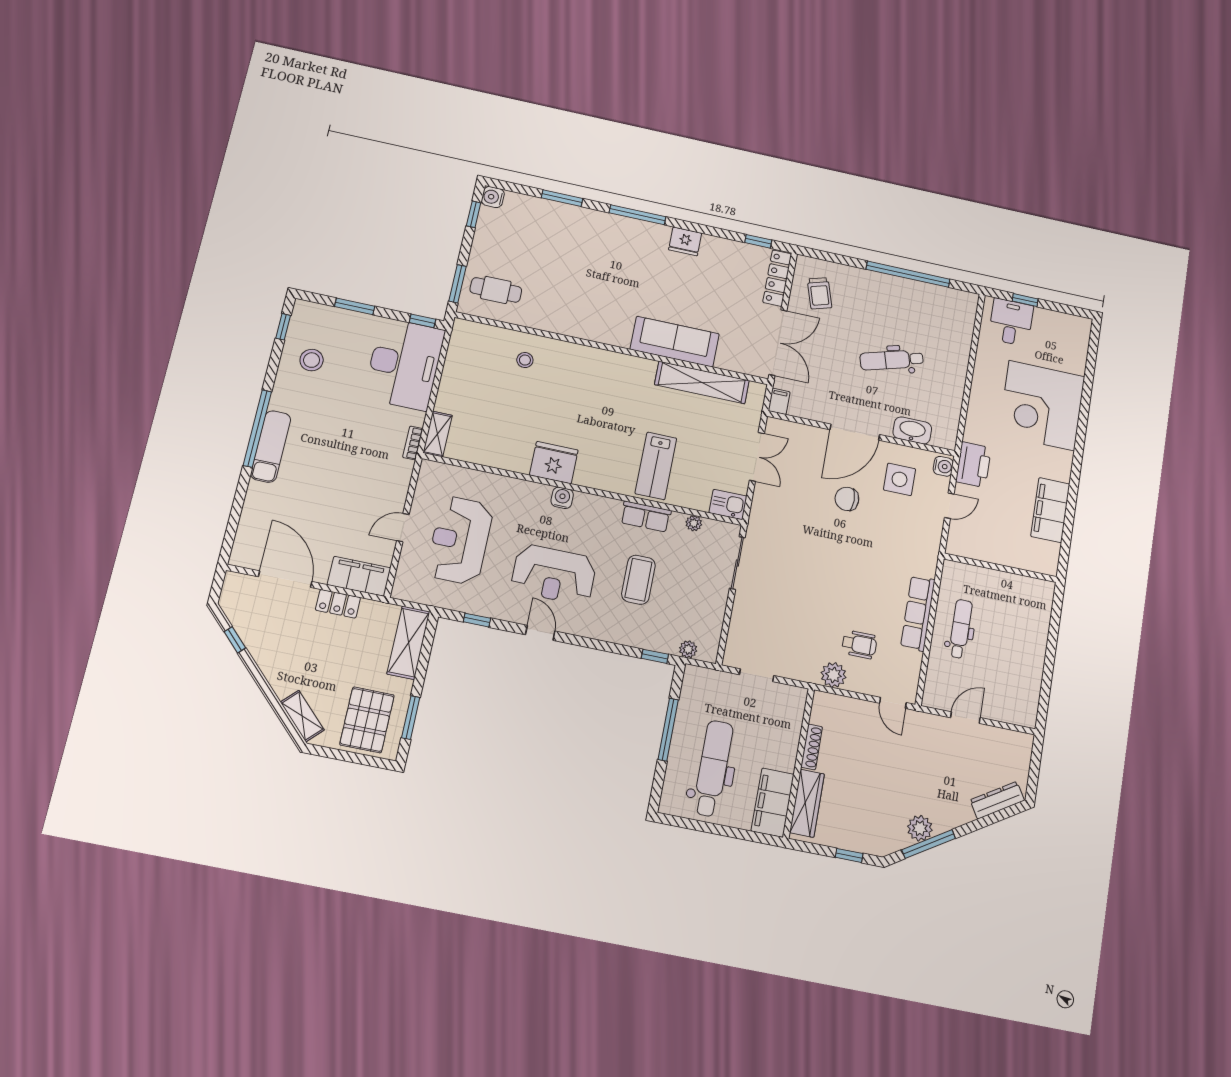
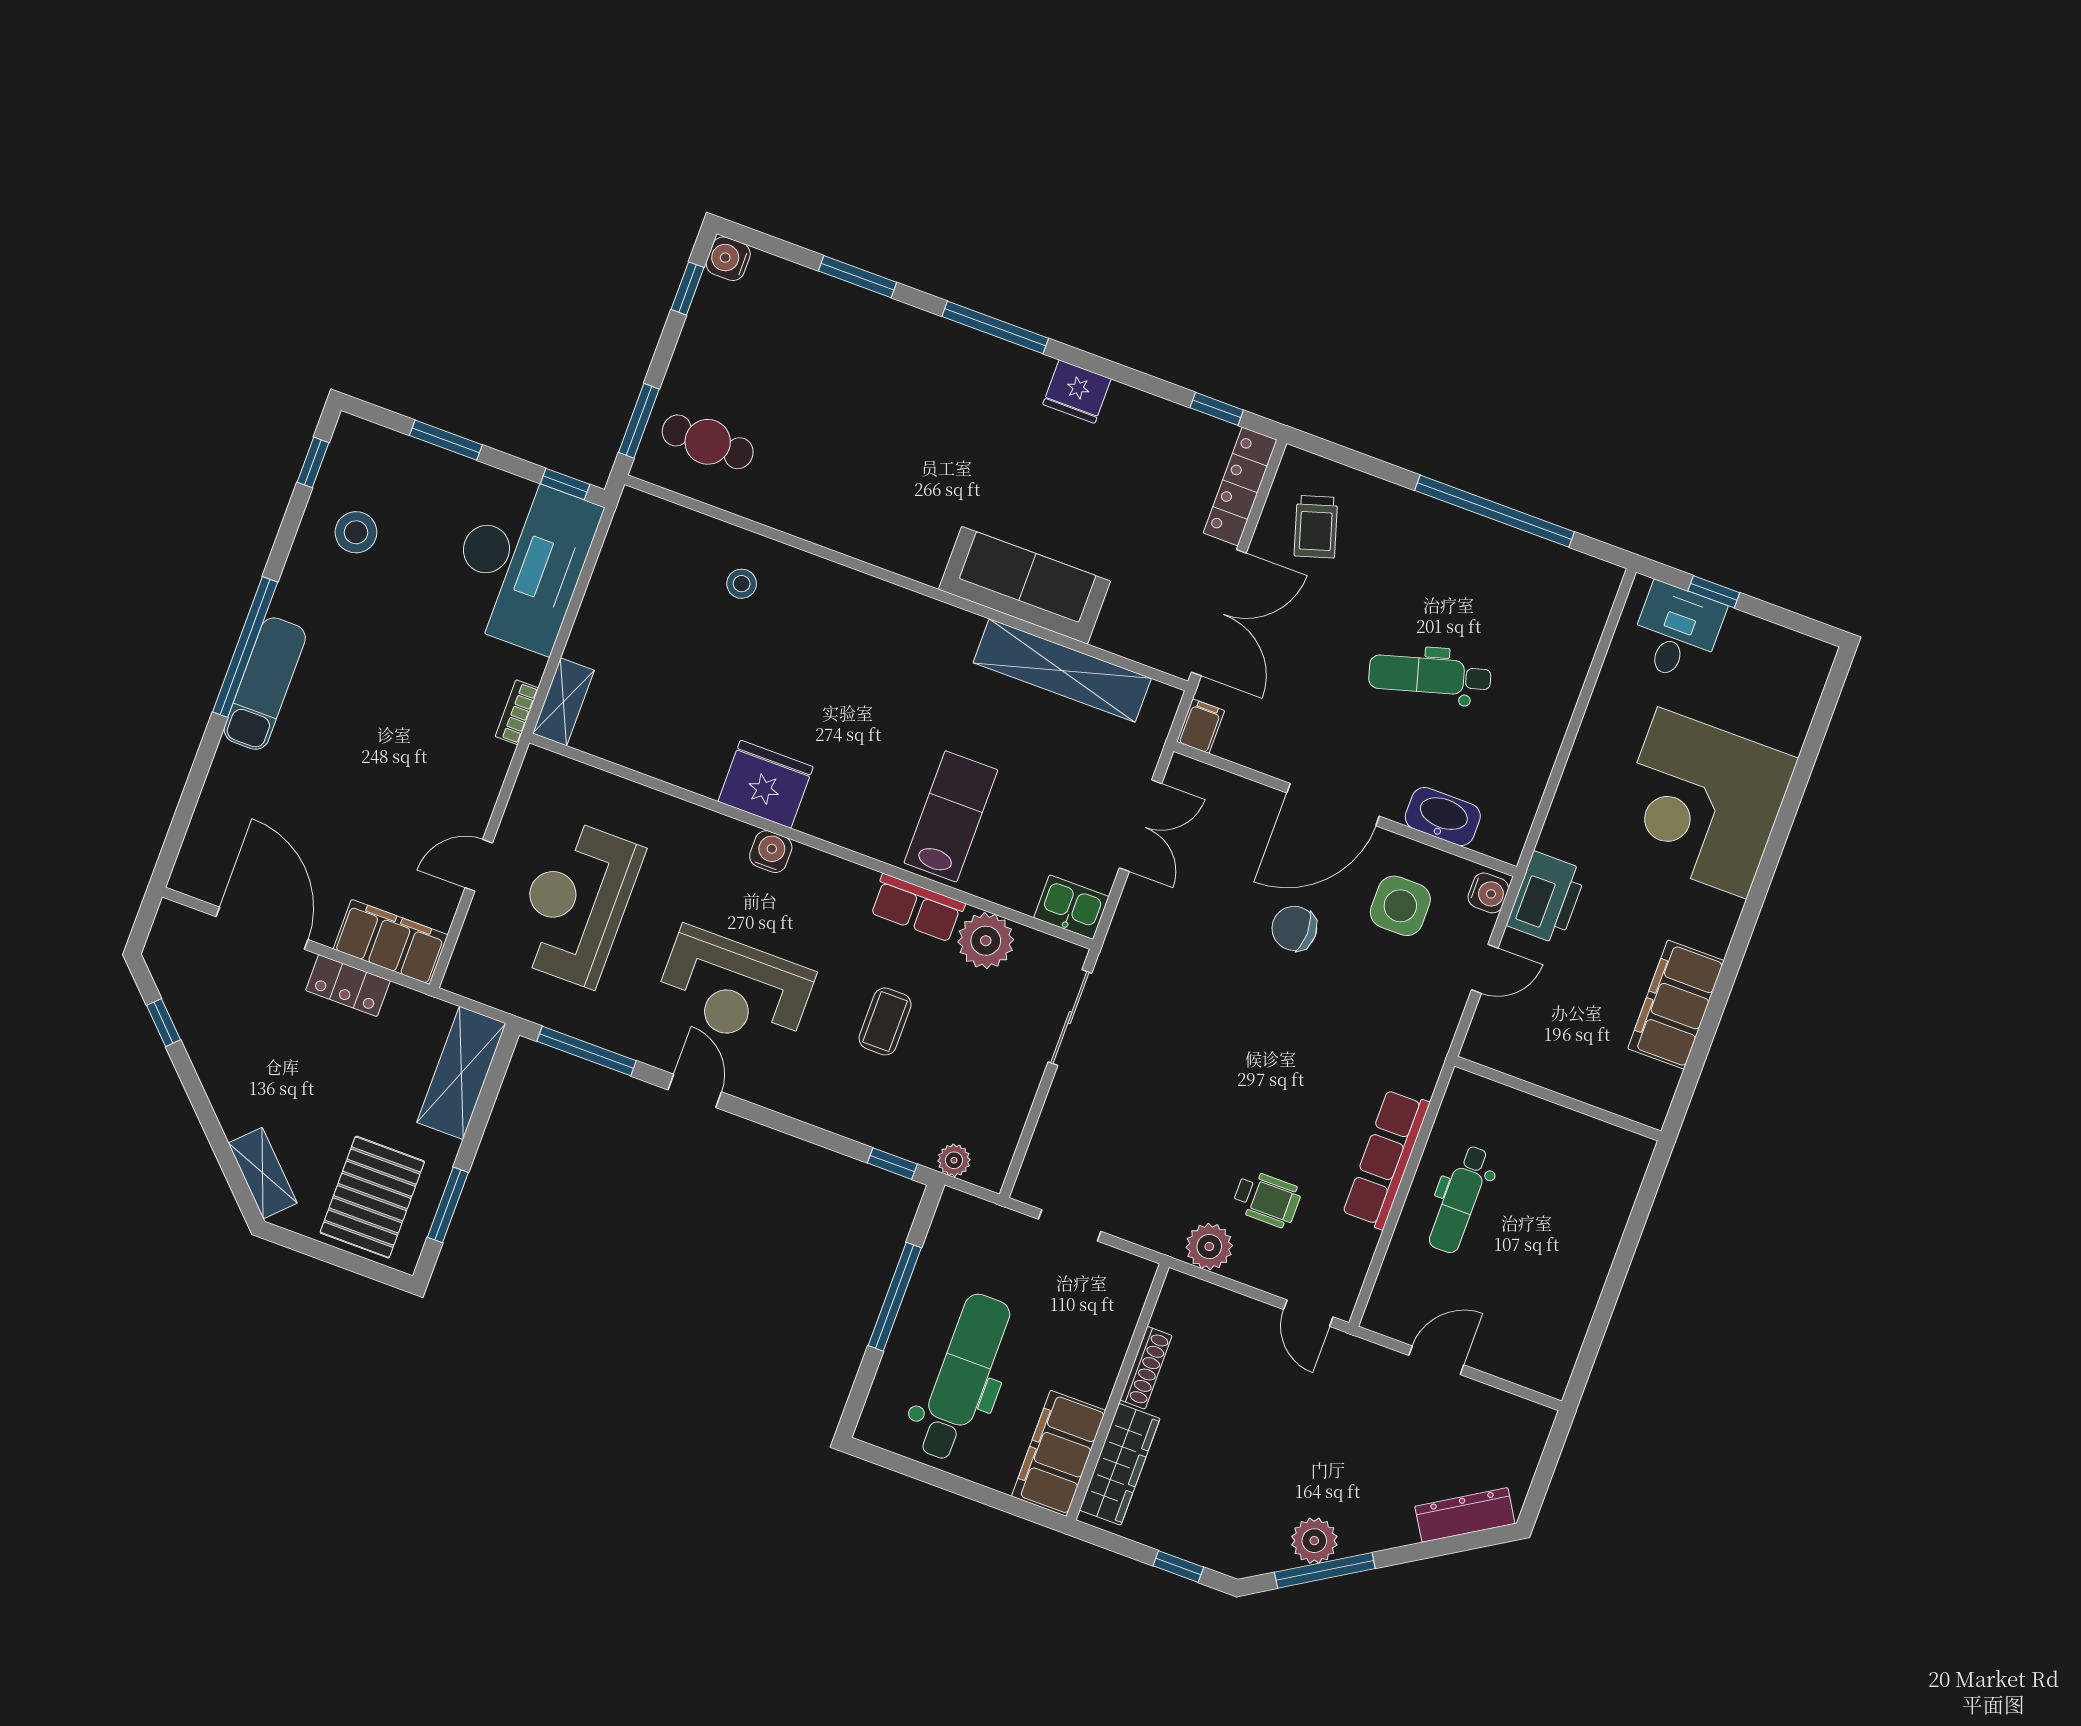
lab bench: (656, 466) -> (951, 816), turned 180
plant: (694, 523) -> (986, 941), width x1.88, depth x1.88
coffee table: (638, 580) -> (885, 1021), width x0.73, depth x0.77
window: (477, 620) -> (587, 1051), width x2.17
dental chair: (960, 629) -> (1460, 1199), turned 180

